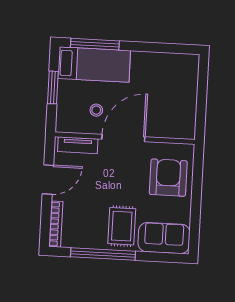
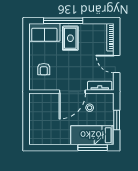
armchair: (168, 178) -> (44, 69), width x0.53, depth x0.53
door: (48, 180) -> (117, 64), hinge flipped
window: (103, 254) -> (63, 21), moved

